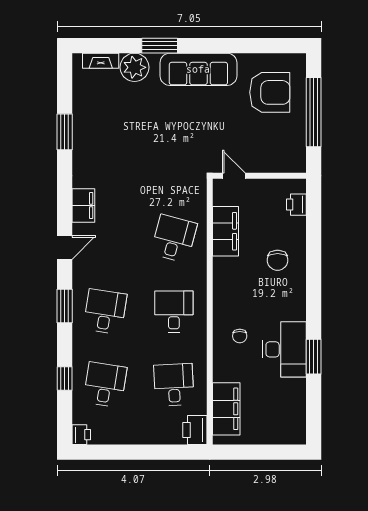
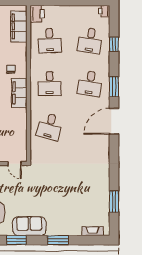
window: (230, 46) -> (16, 240), added
plant: (135, 67) -> (73, 227), removed
sofa: (198, 69) -> (29, 226), width x0.73
window: (65, 132) -> (114, 202), moved
filing cabinet: (83, 205) -> (103, 146), removed
filing cabinet: (225, 231) -> (19, 93), moved
door: (65, 248) -> (114, 121), width x1.88

